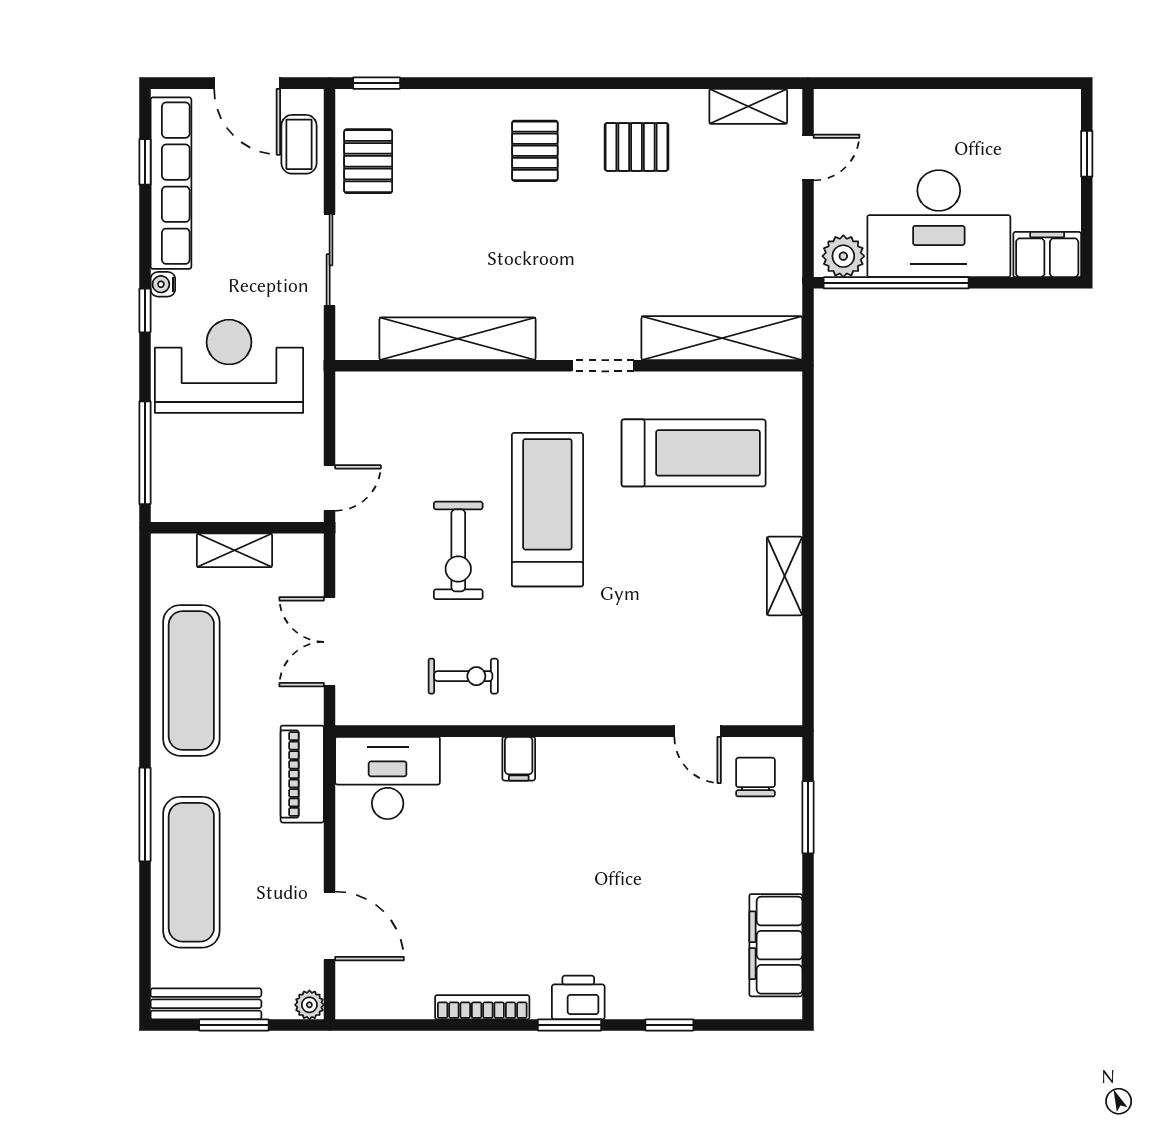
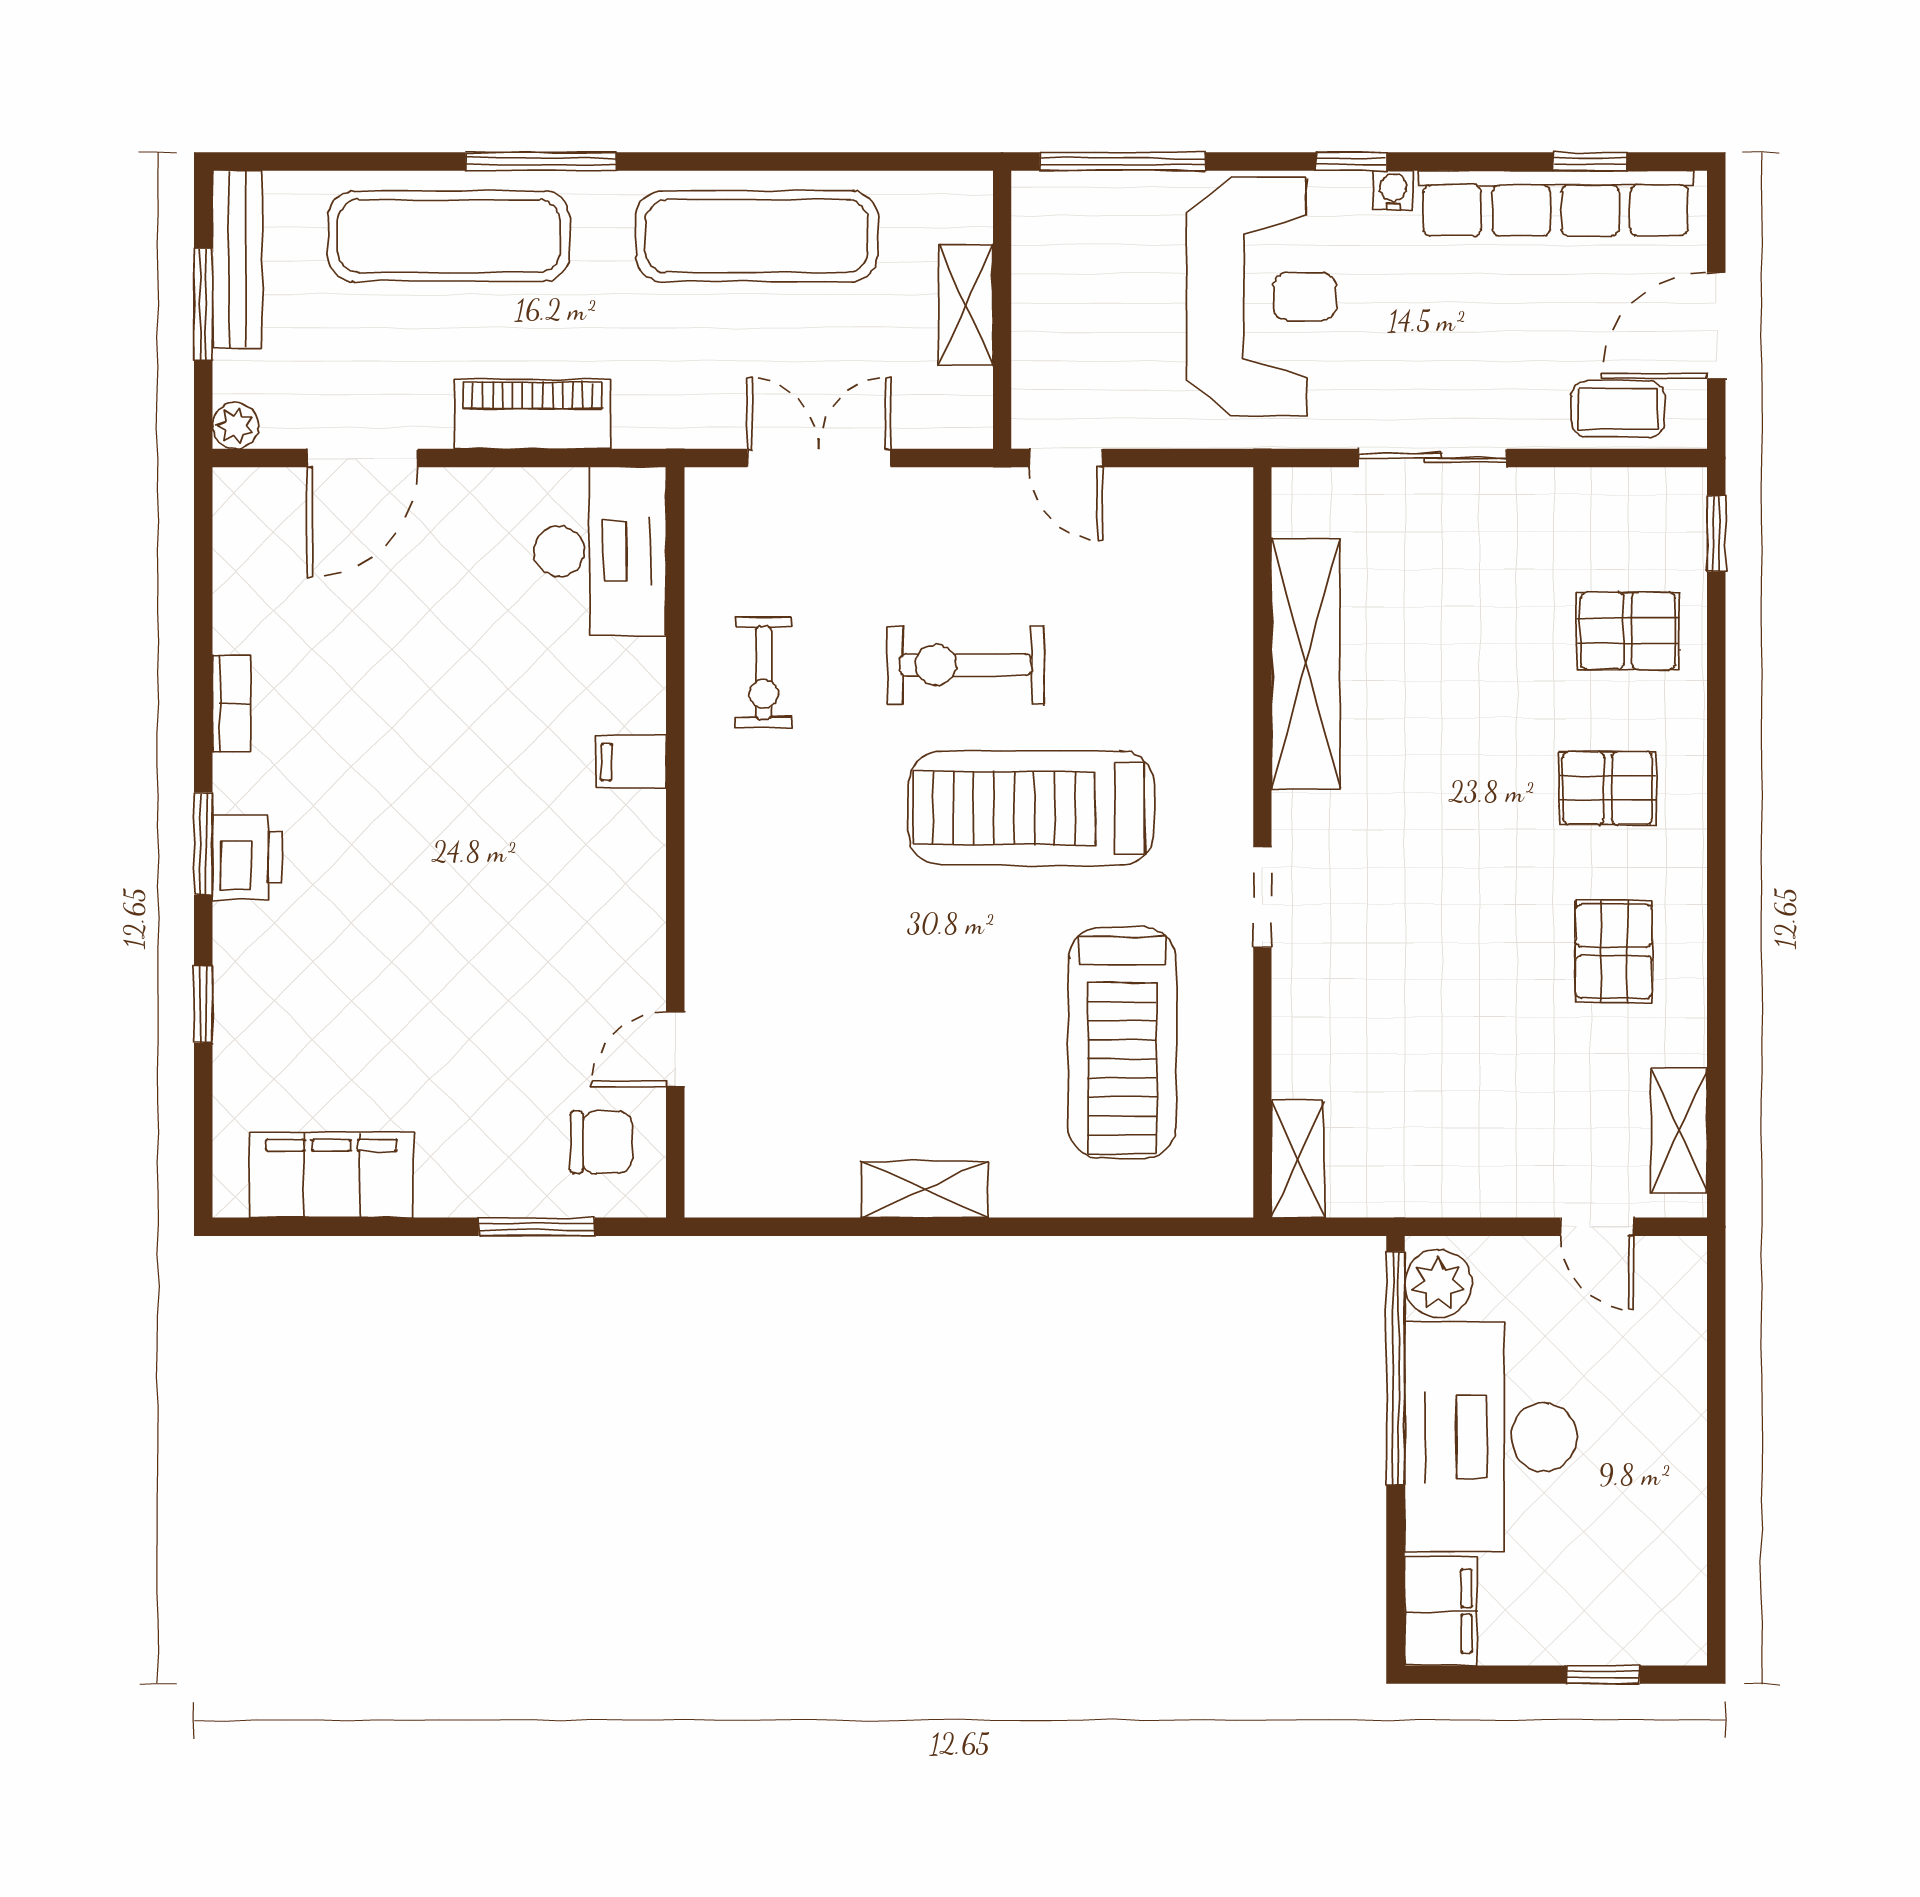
pallet: (368, 161) -> (1628, 631), moved
shelving: (722, 338) -> (1298, 1159), width x0.45, depth x0.75
treadmill: (547, 510) -> (1031, 808), turned 180
piano: (302, 774) -> (533, 414), moved
bookcase: (482, 1007) -> (232, 703), width x0.64

